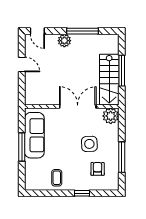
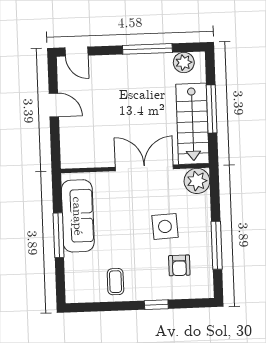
plant: (64, 41) -> (184, 62), moved
armchair: (98, 169) -> (179, 265), turned 180

